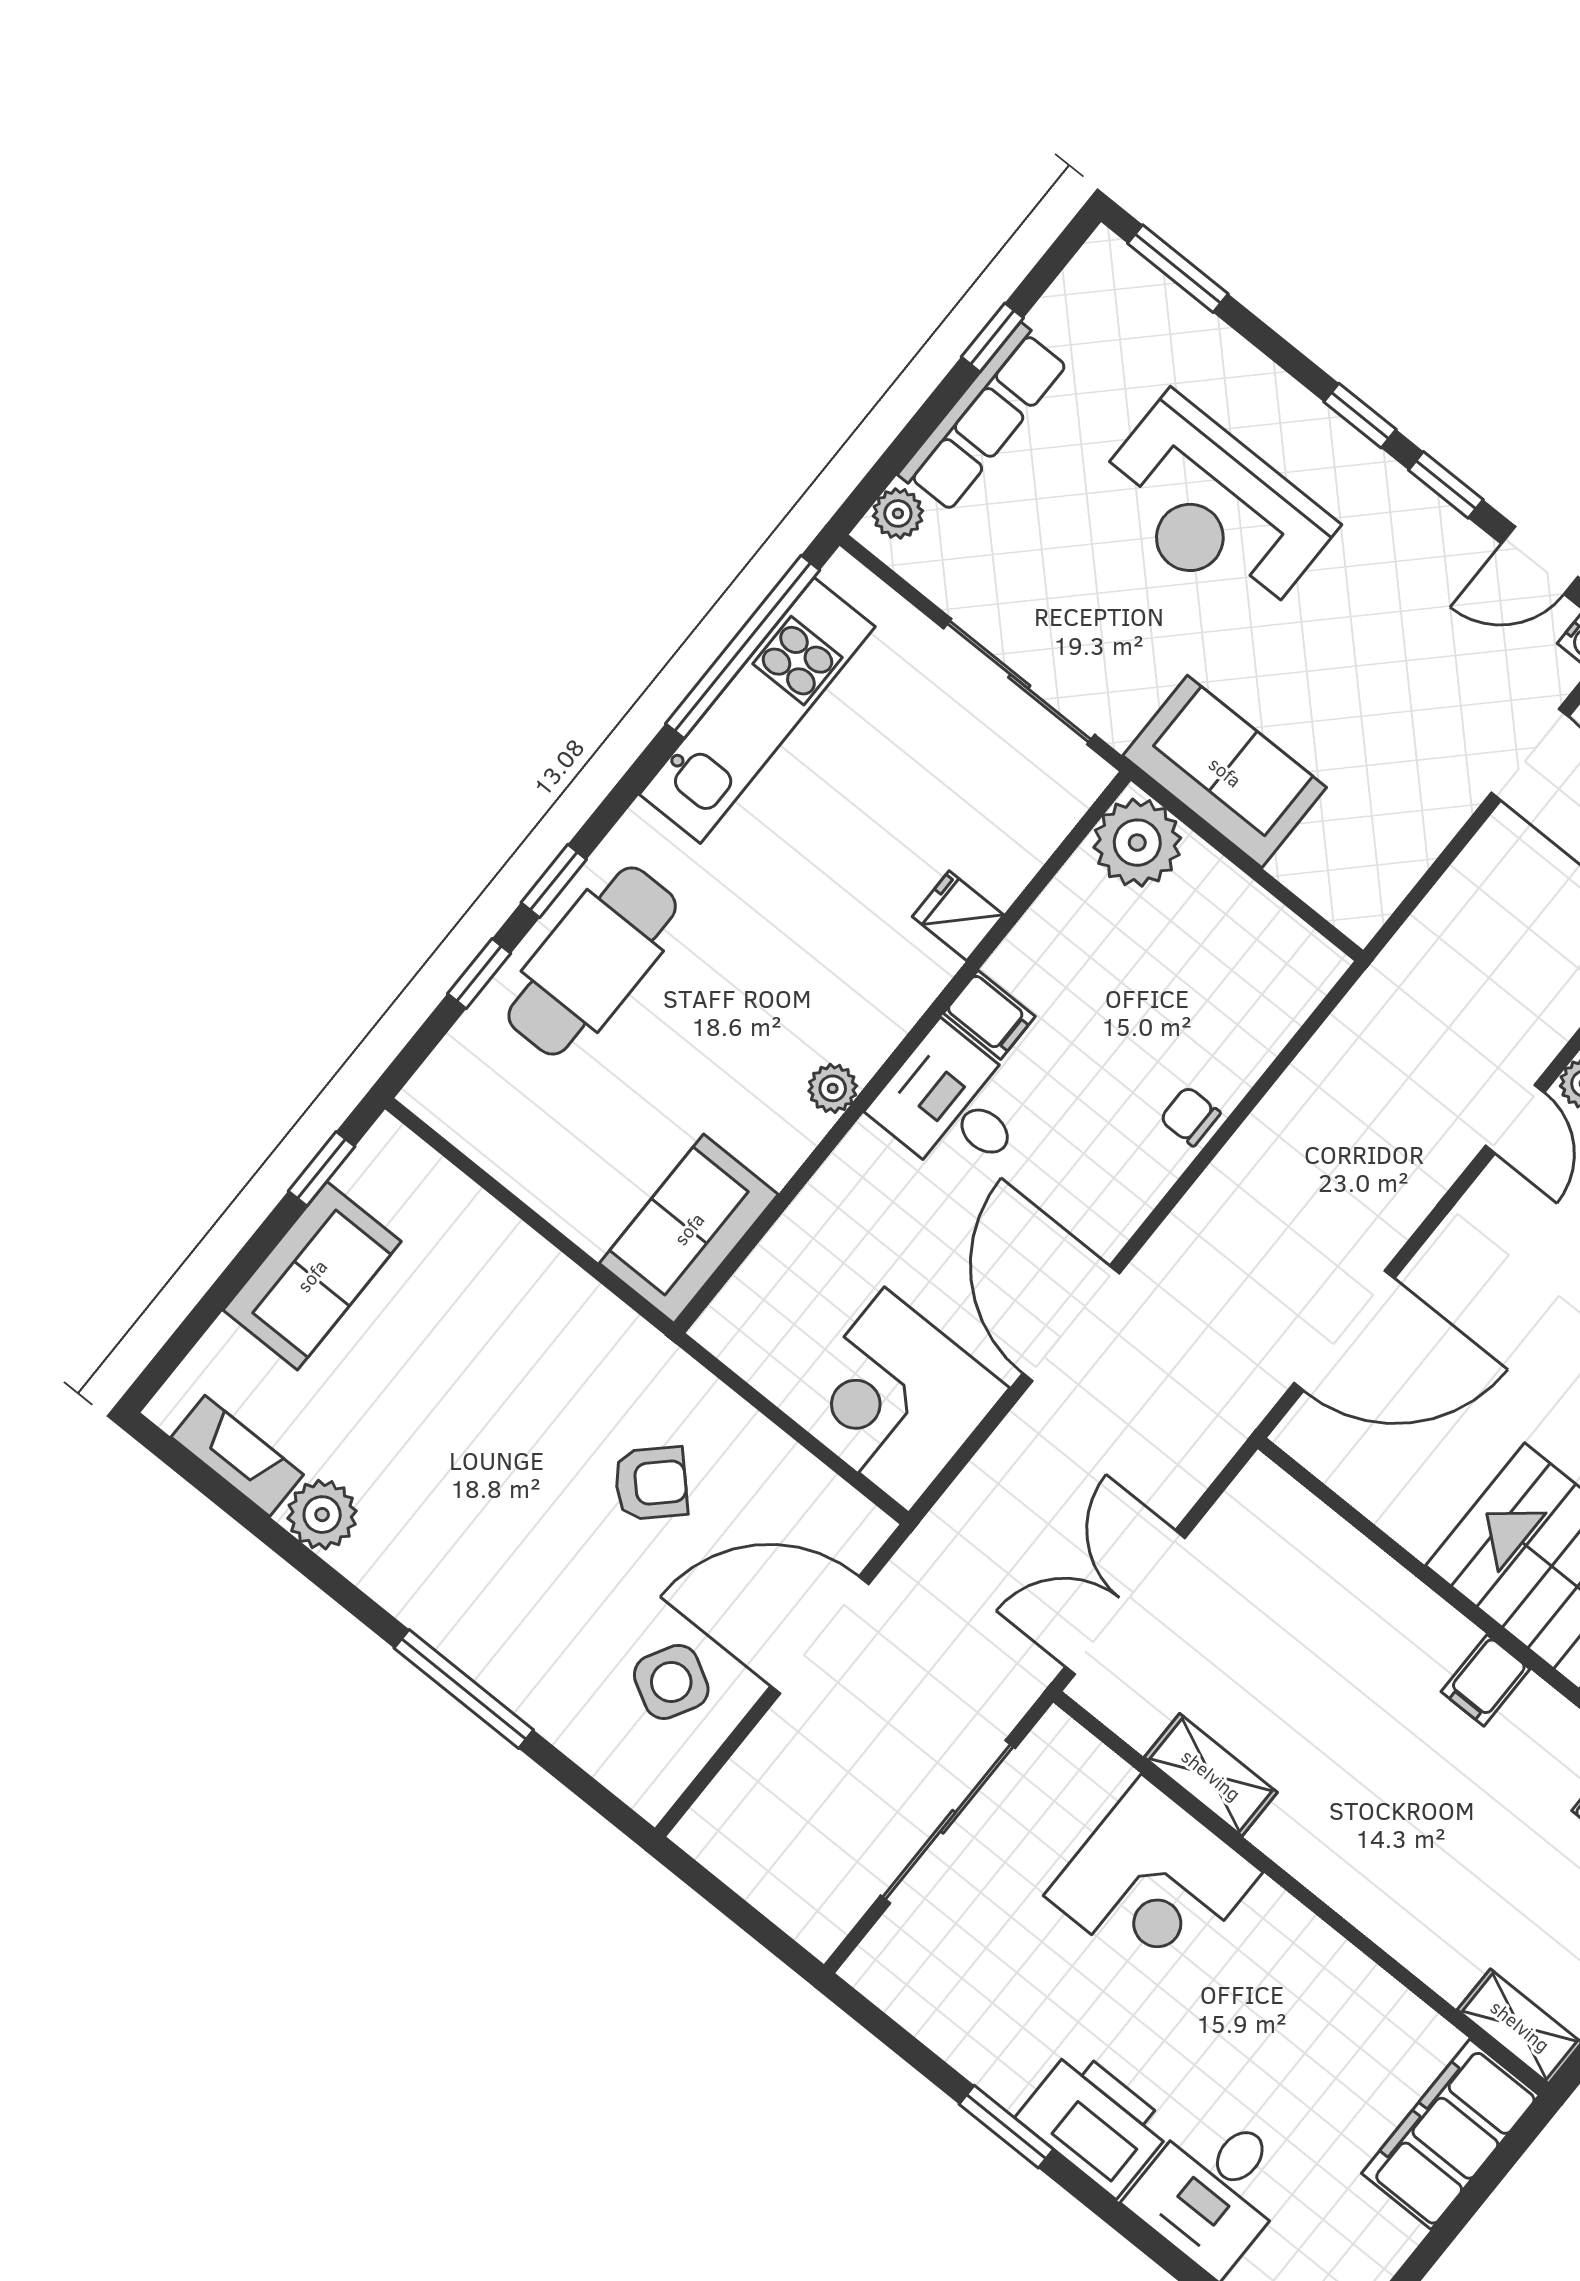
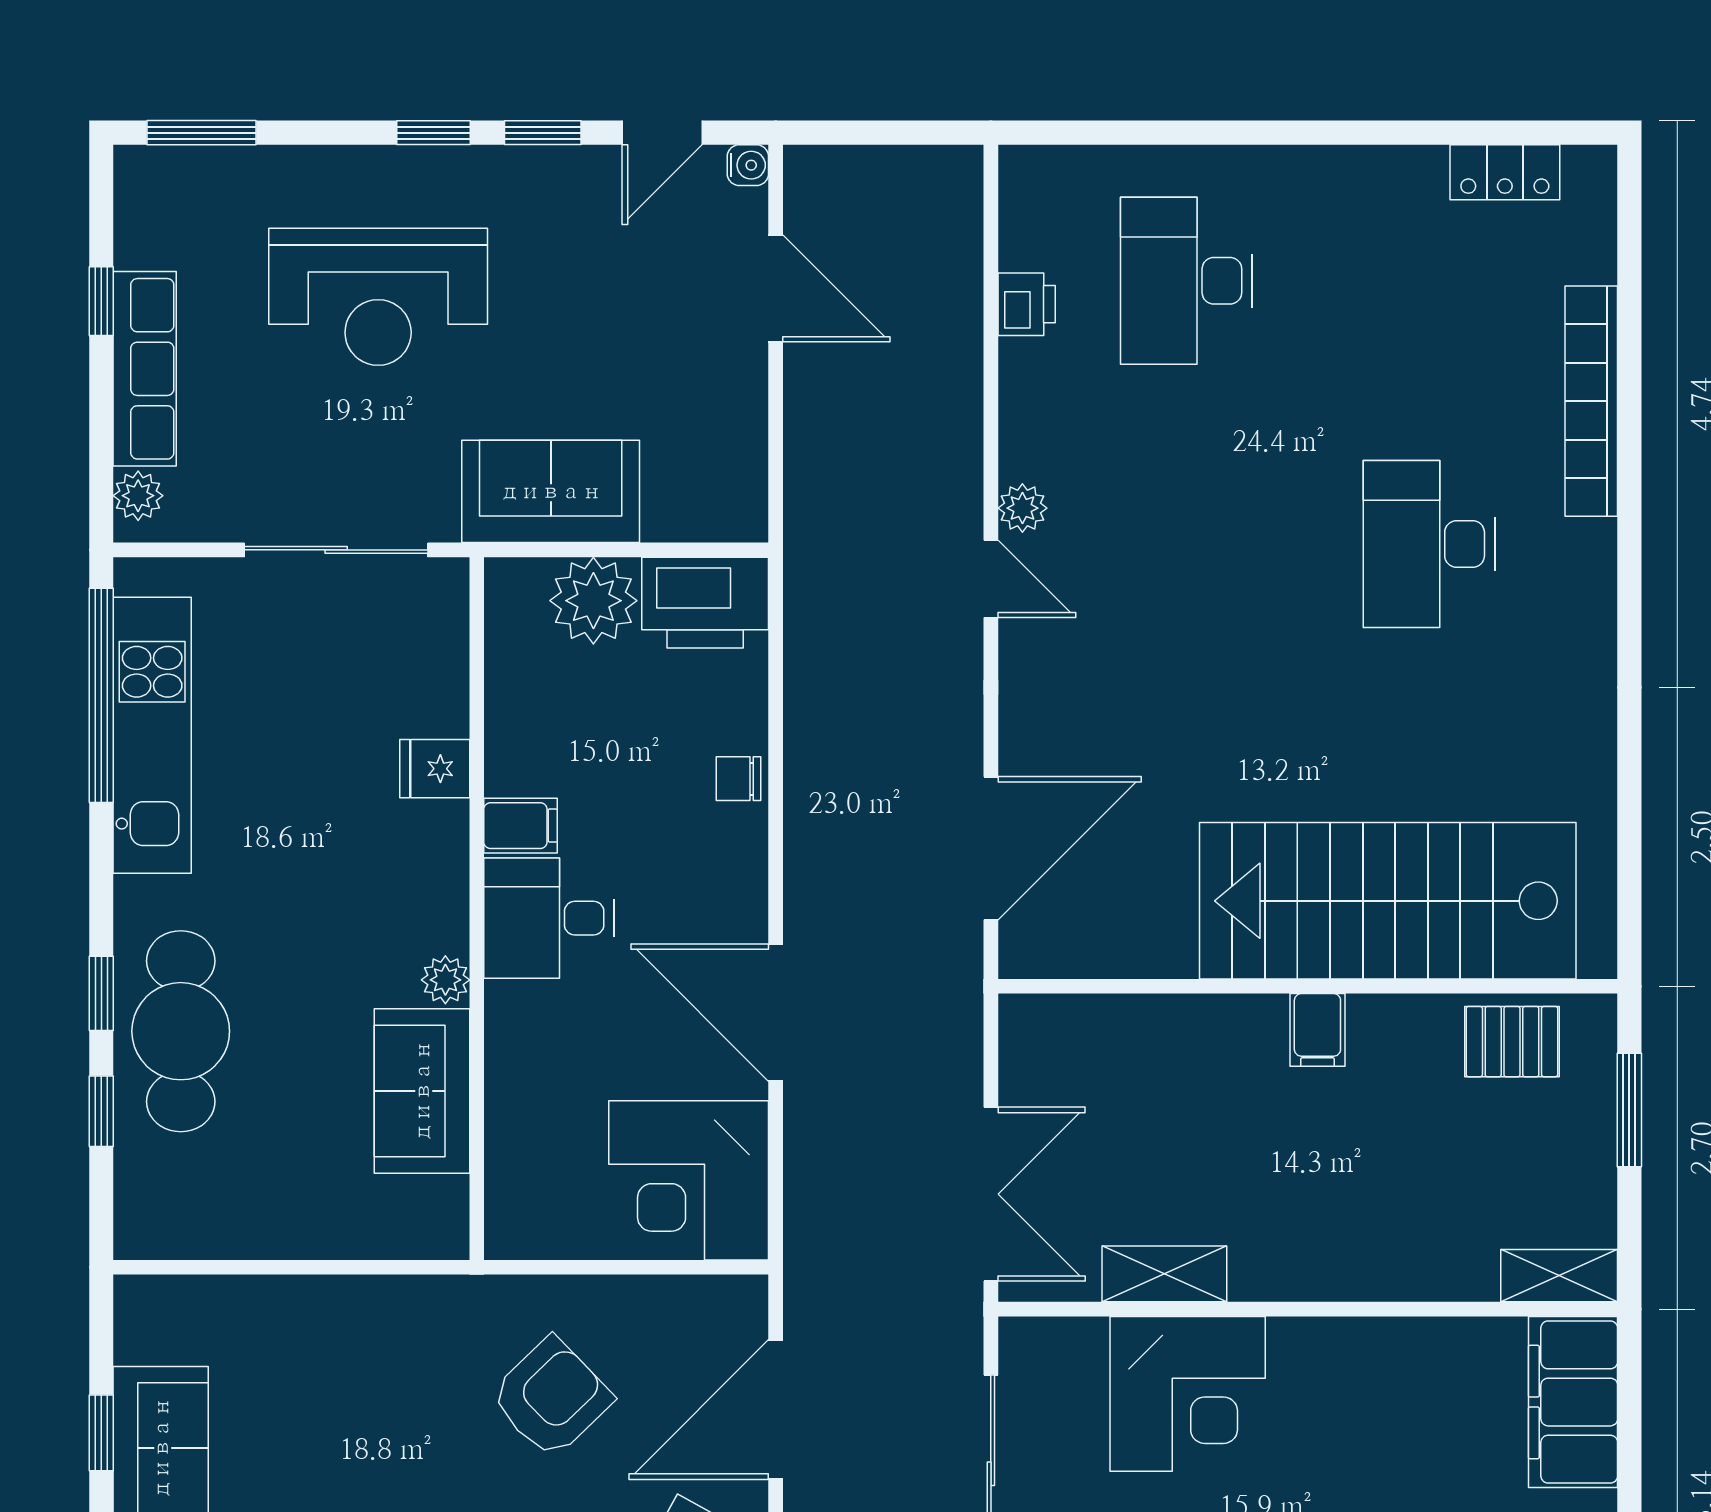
plant: (1137, 843) -> (593, 601), moved
printer: (1276, 957) -> (705, 603), added
window: (322, 1169) -> (101, 1433), moved
sofa: (689, 1229) -> (422, 1091), moved
armchair: (651, 1483) -> (551, 1398), width x1.38, depth x1.38
double door: (1125, 1602) -> (991, 1194), swing flipped

